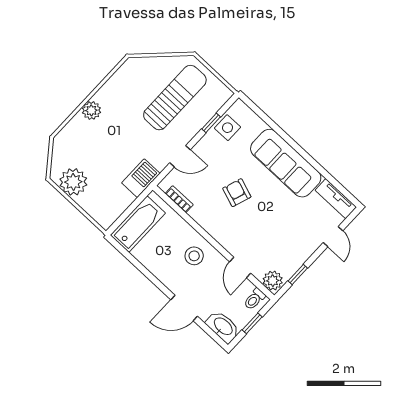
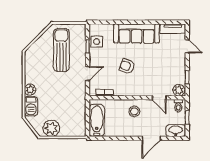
barbecue: (141, 178) -> (31, 106), moved, turned 180

